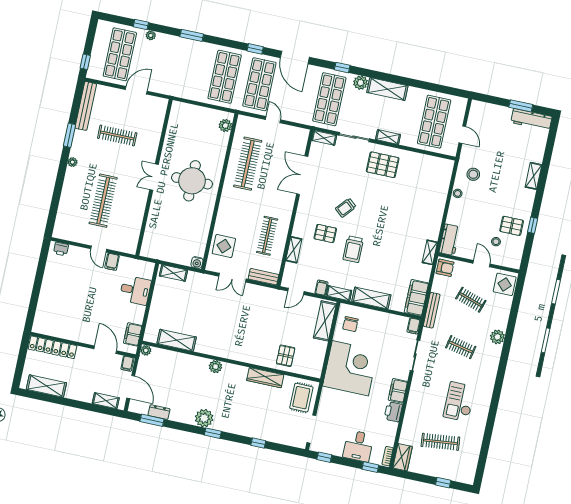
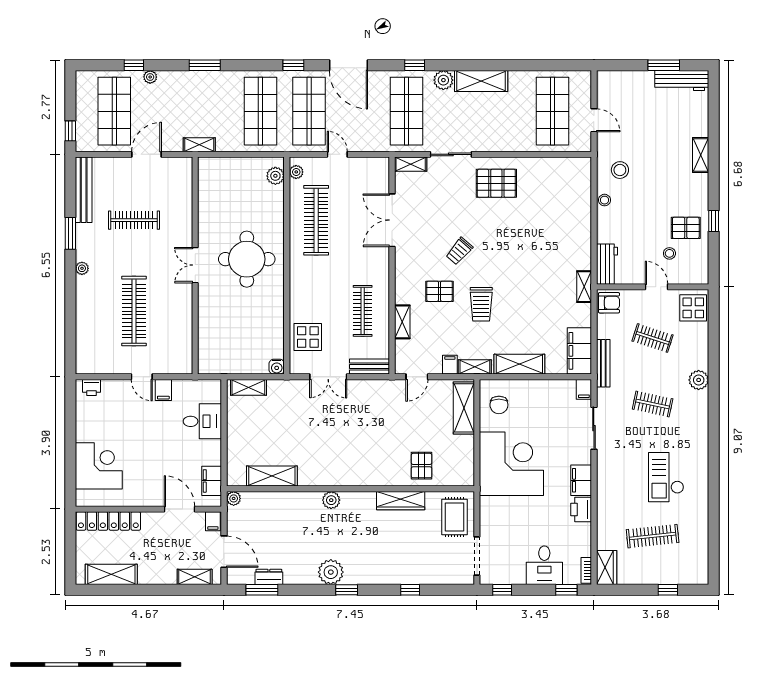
plant: (241, 126) -> (296, 172), added
shelving: (388, 137) -> (199, 145), moved
corner desk: (54, 306) -> (99, 466), added

